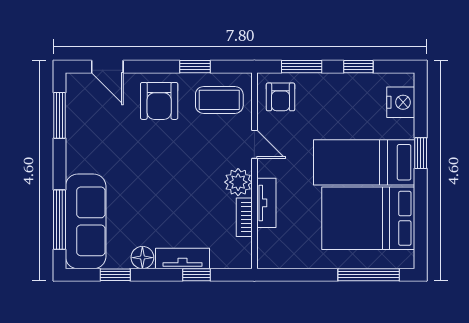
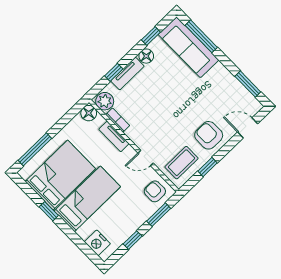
window: (421, 153) -> (49, 211), moved
plant: (238, 182) -> (105, 101), moved
floor lamp: (269, 257) -> (89, 113), added

